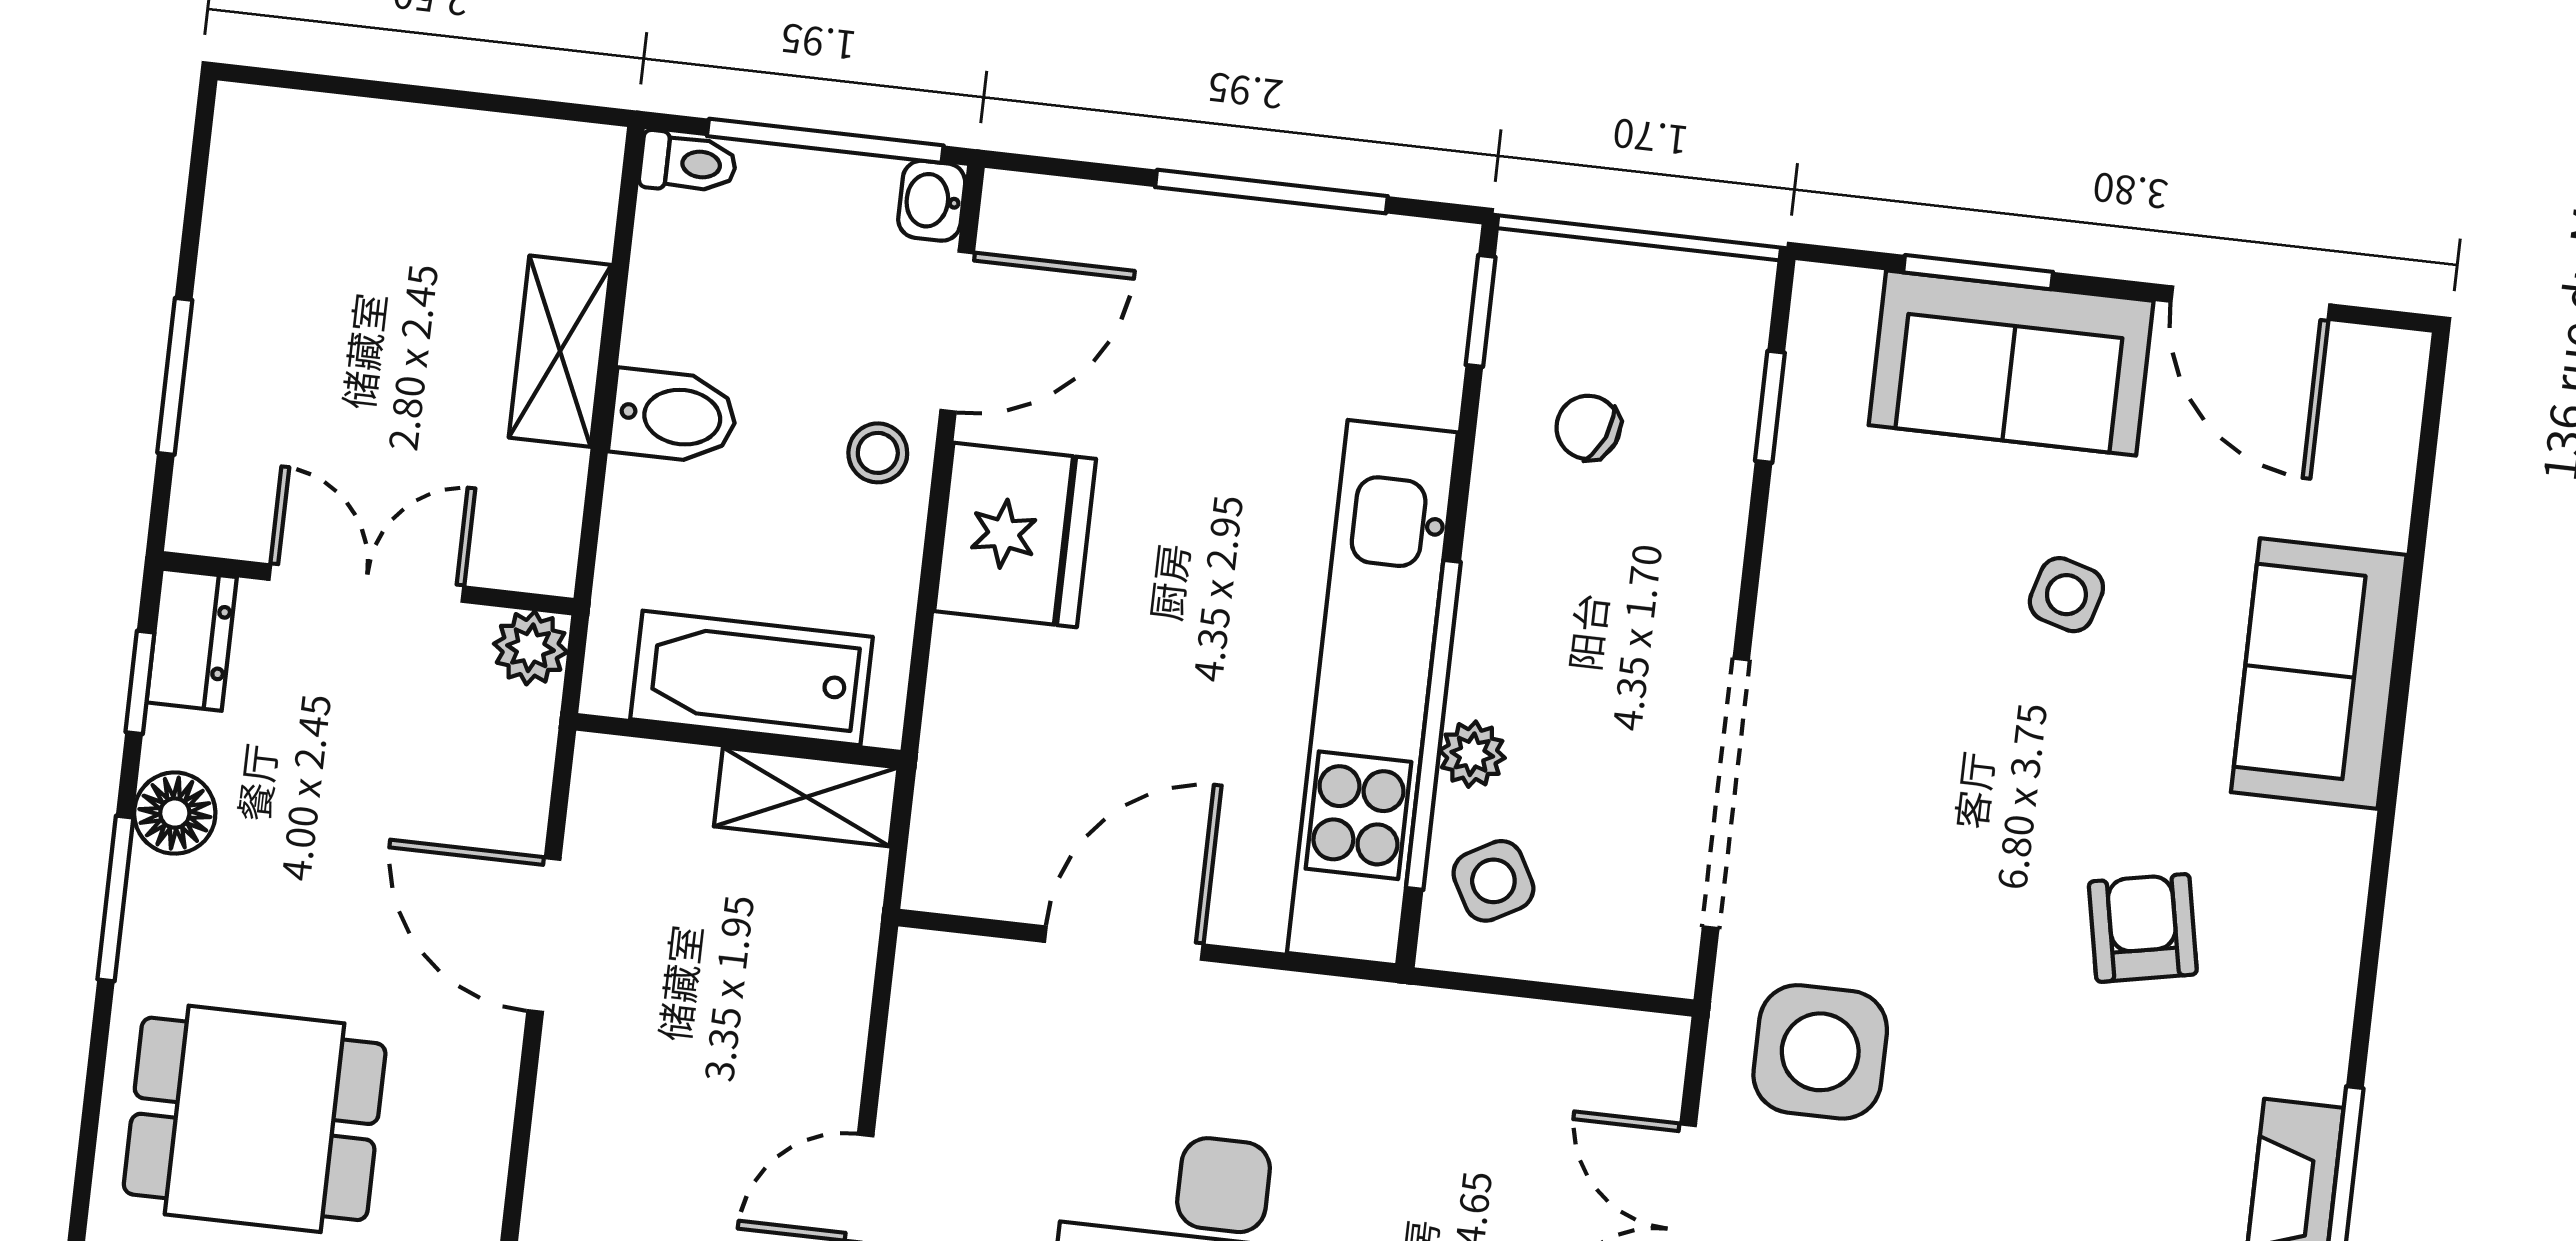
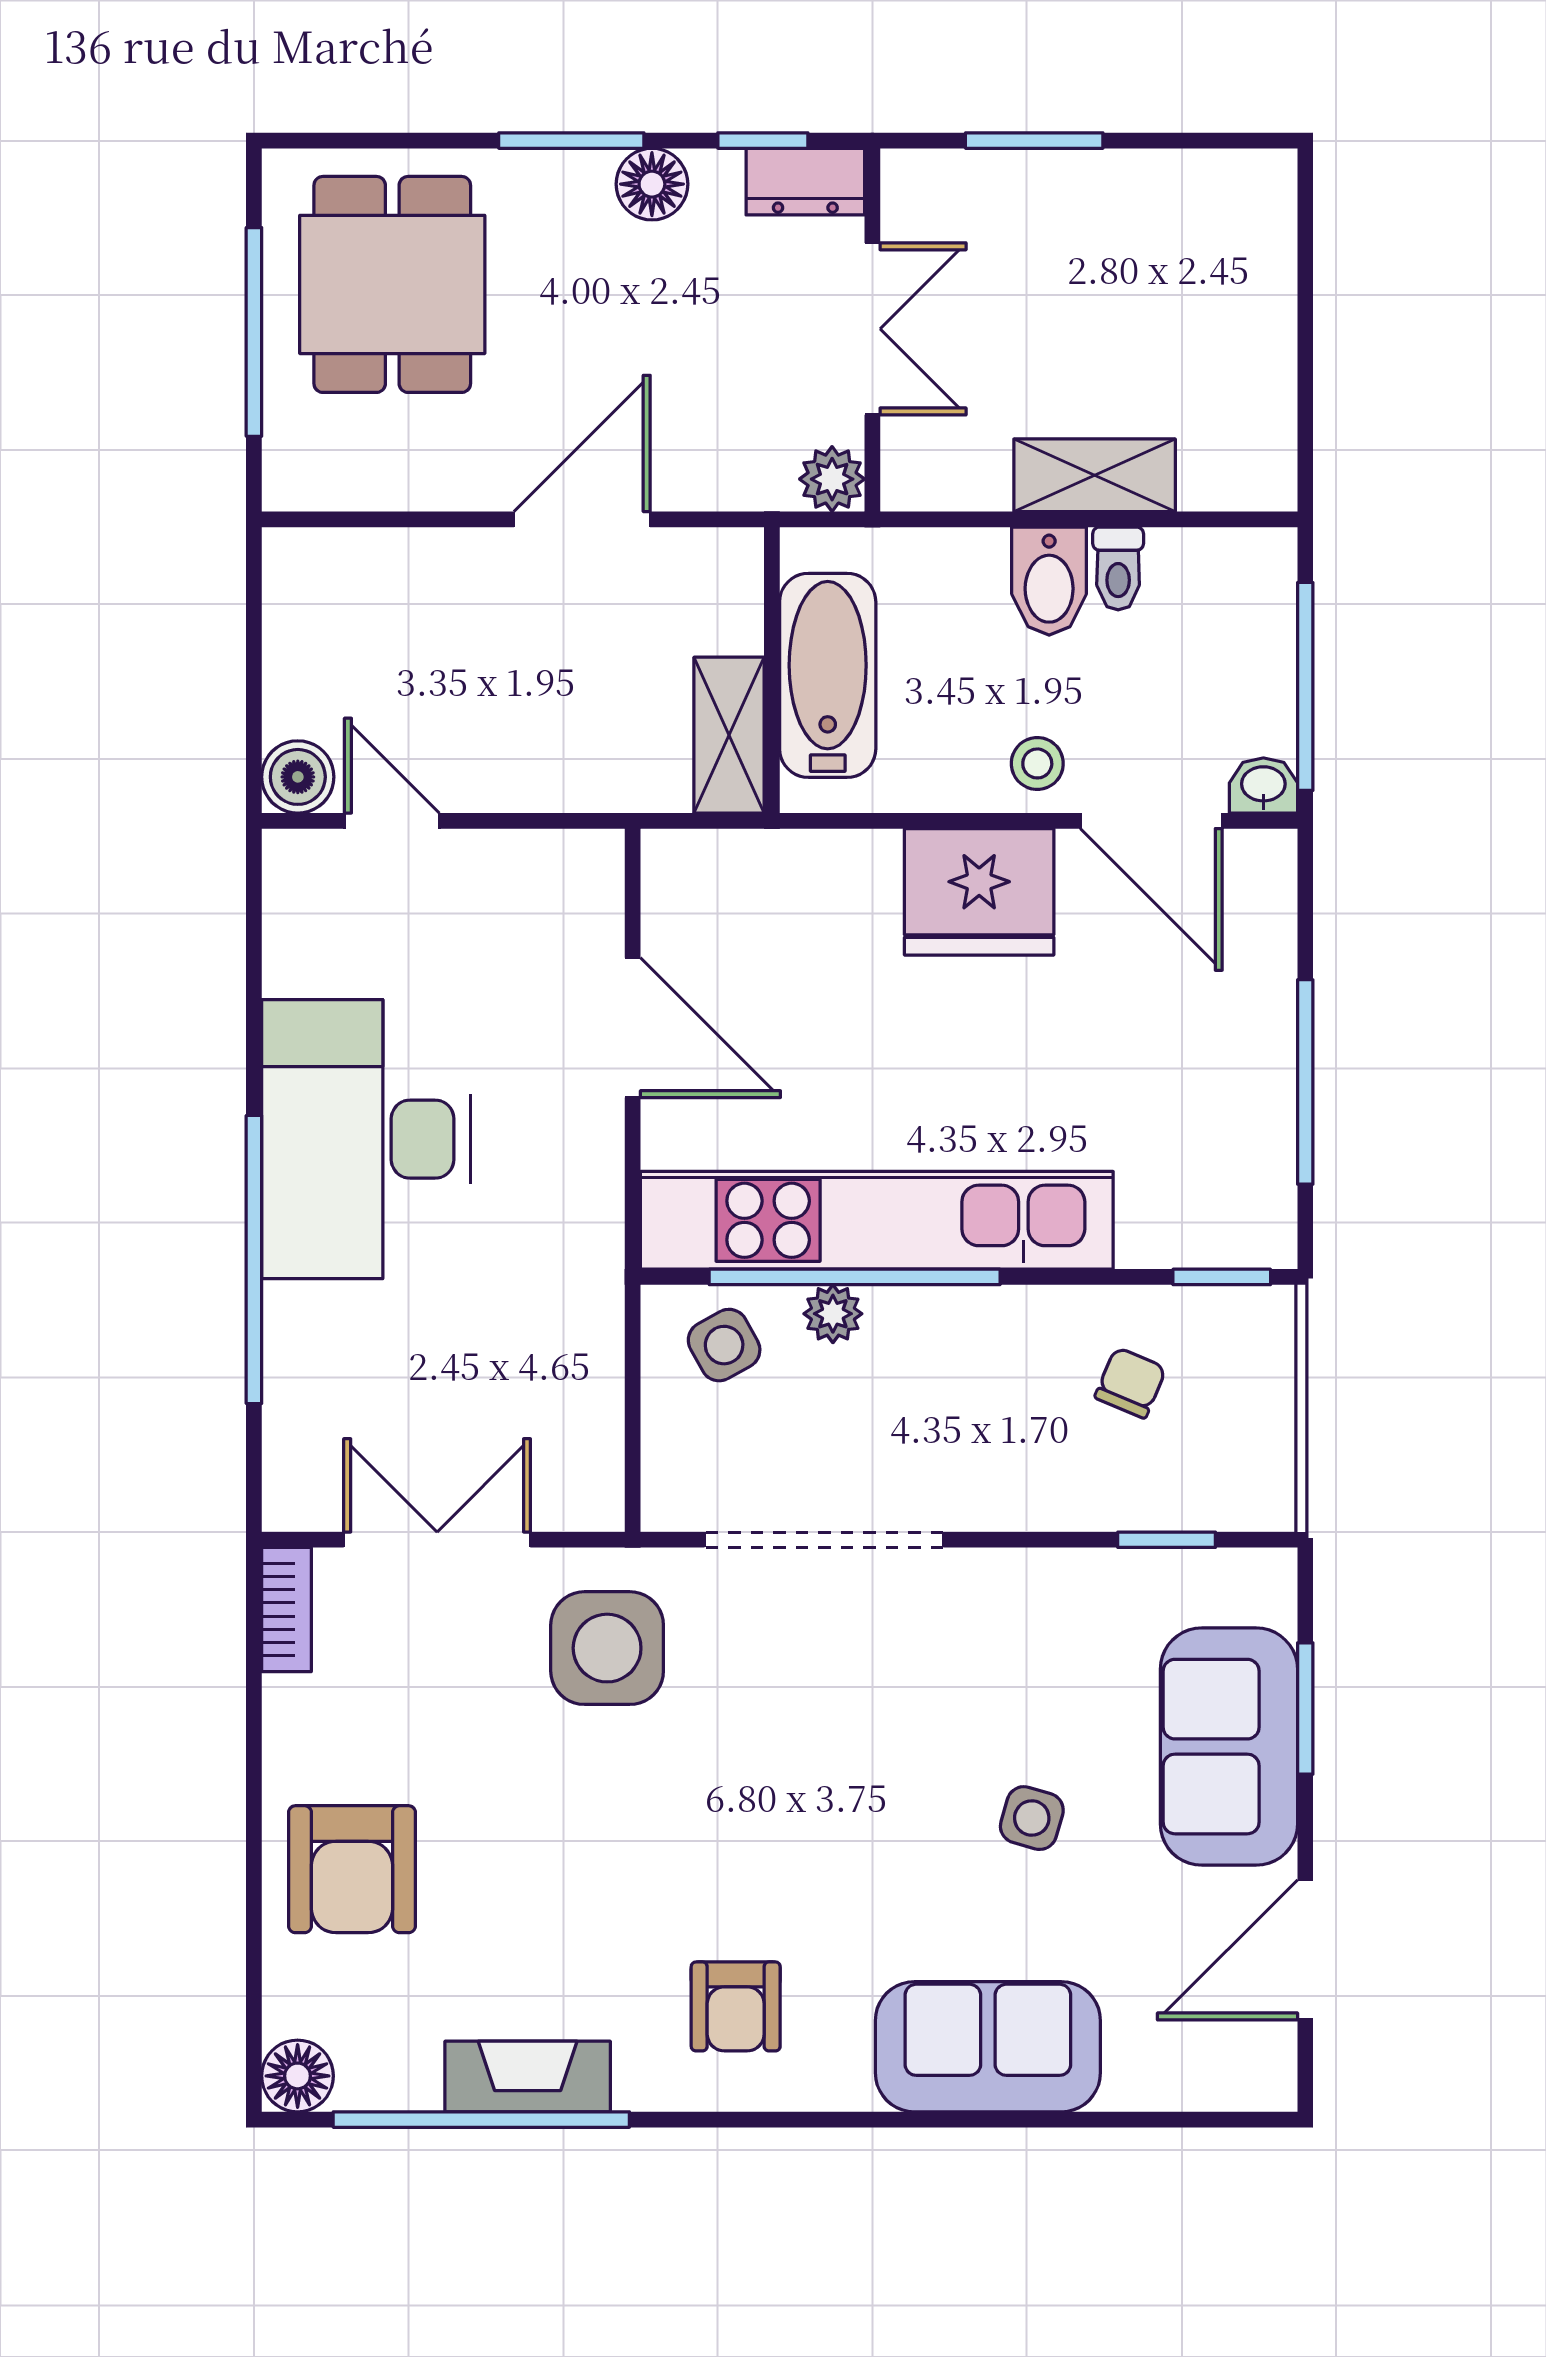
toilet: (688, 163) -> (1118, 569), moved
armchair: (2143, 928) -> (736, 2006), moved, turned 101

